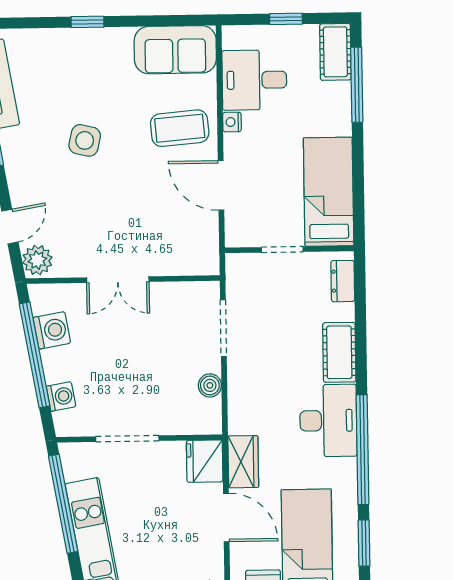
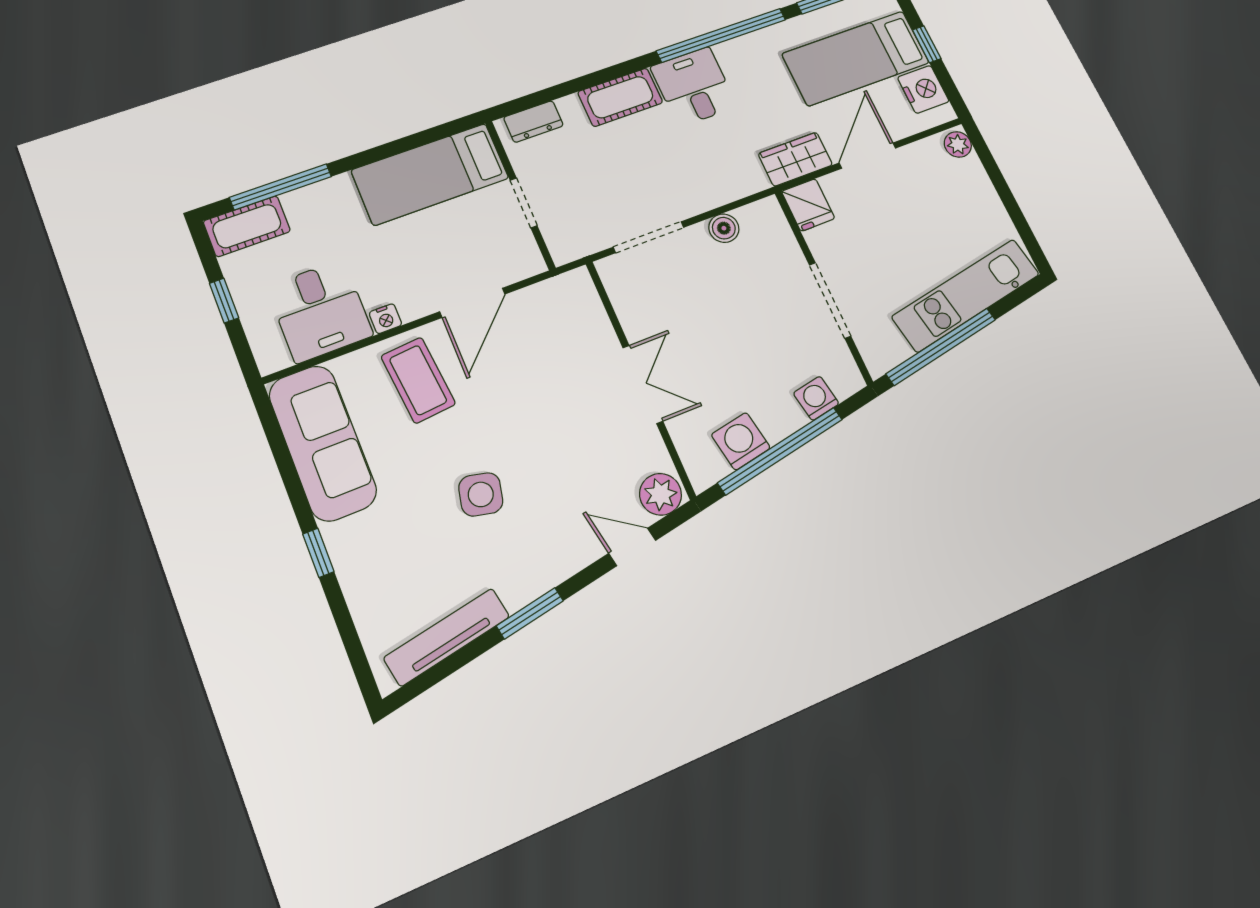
sofa: (175, 50) -> (323, 443), width x1.36
desk: (328, 421) -> (694, 87), width x0.73
fridge: (205, 461) -> (808, 205), width x0.72

